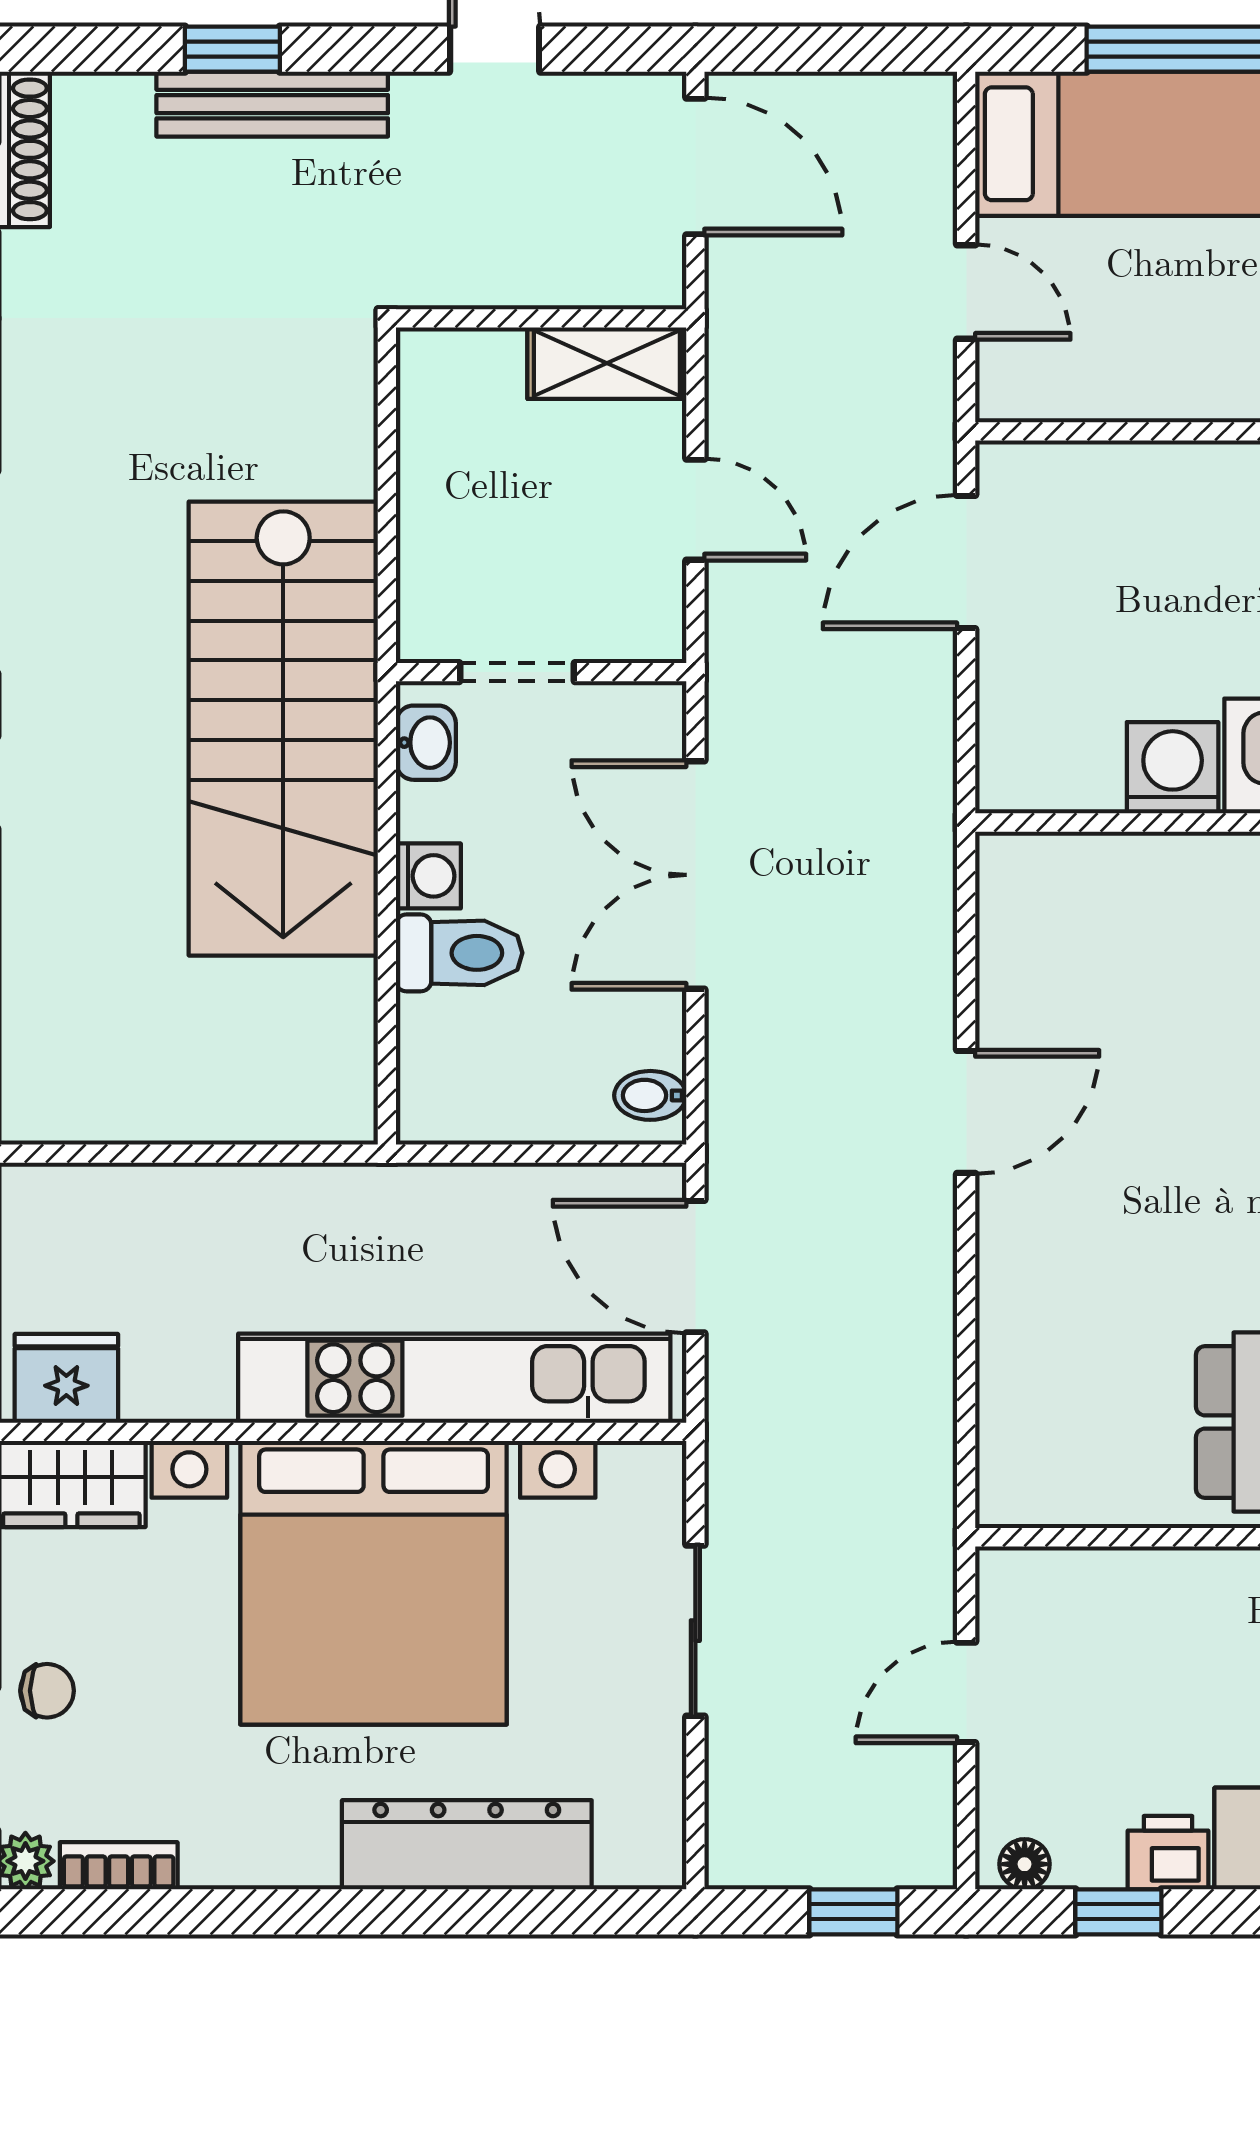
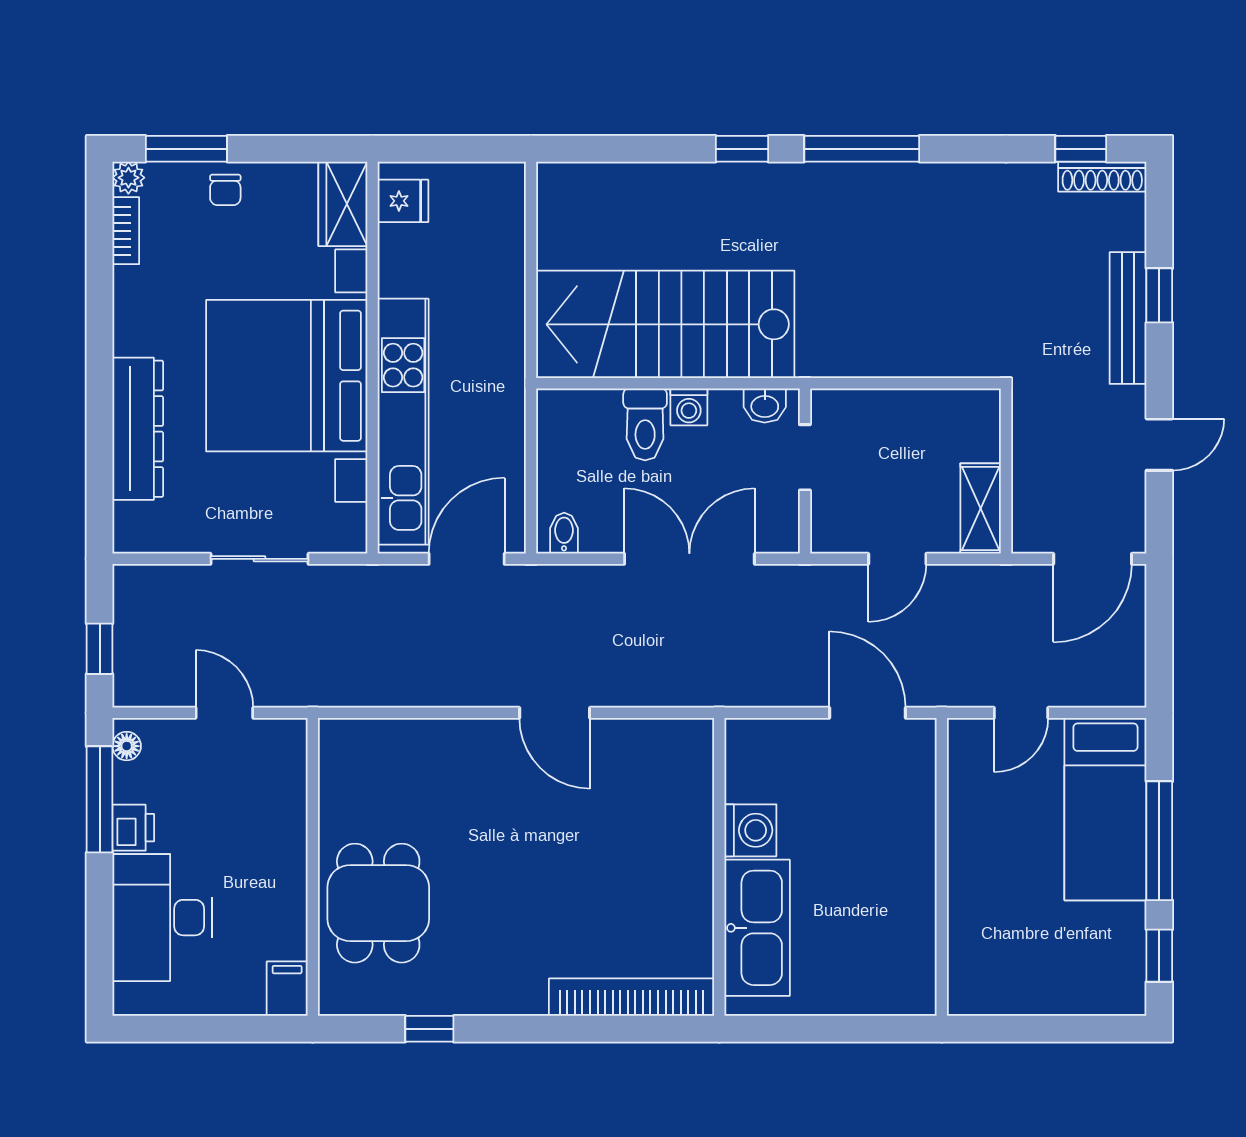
stairs: (283, 729) -> (665, 324), moved
fridge: (66, 1378) -> (403, 201), width x0.72
window: (1118, 1912) -> (100, 799), width x2.17

